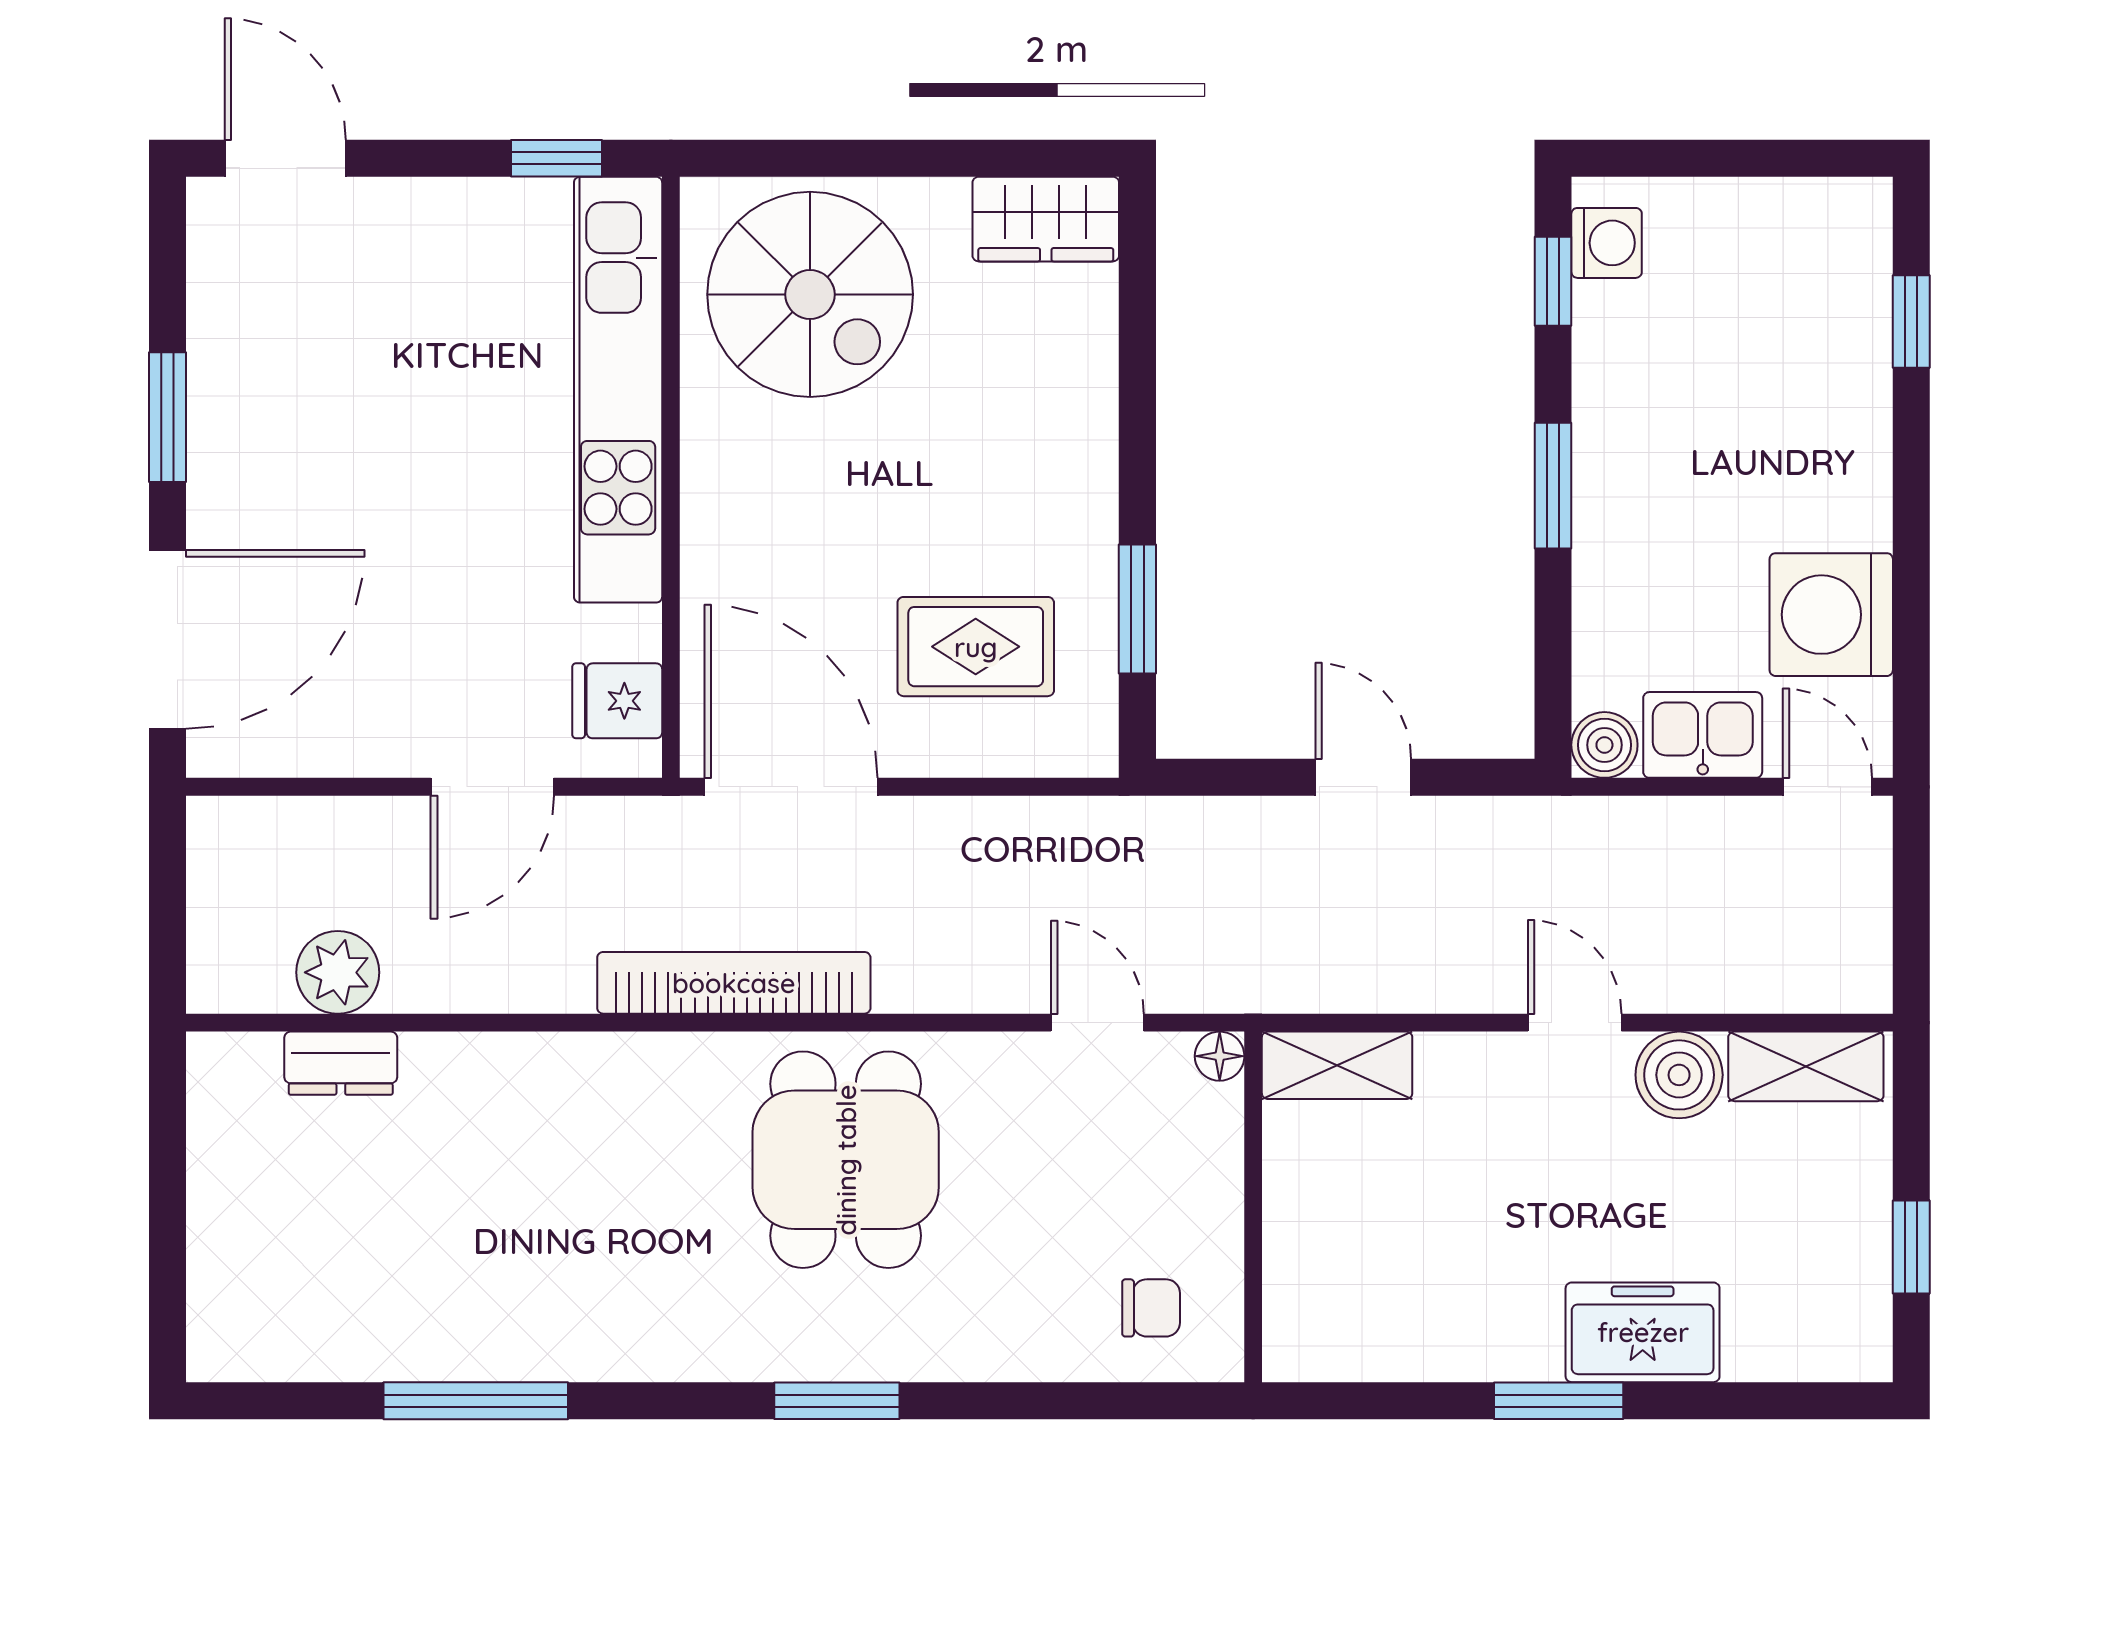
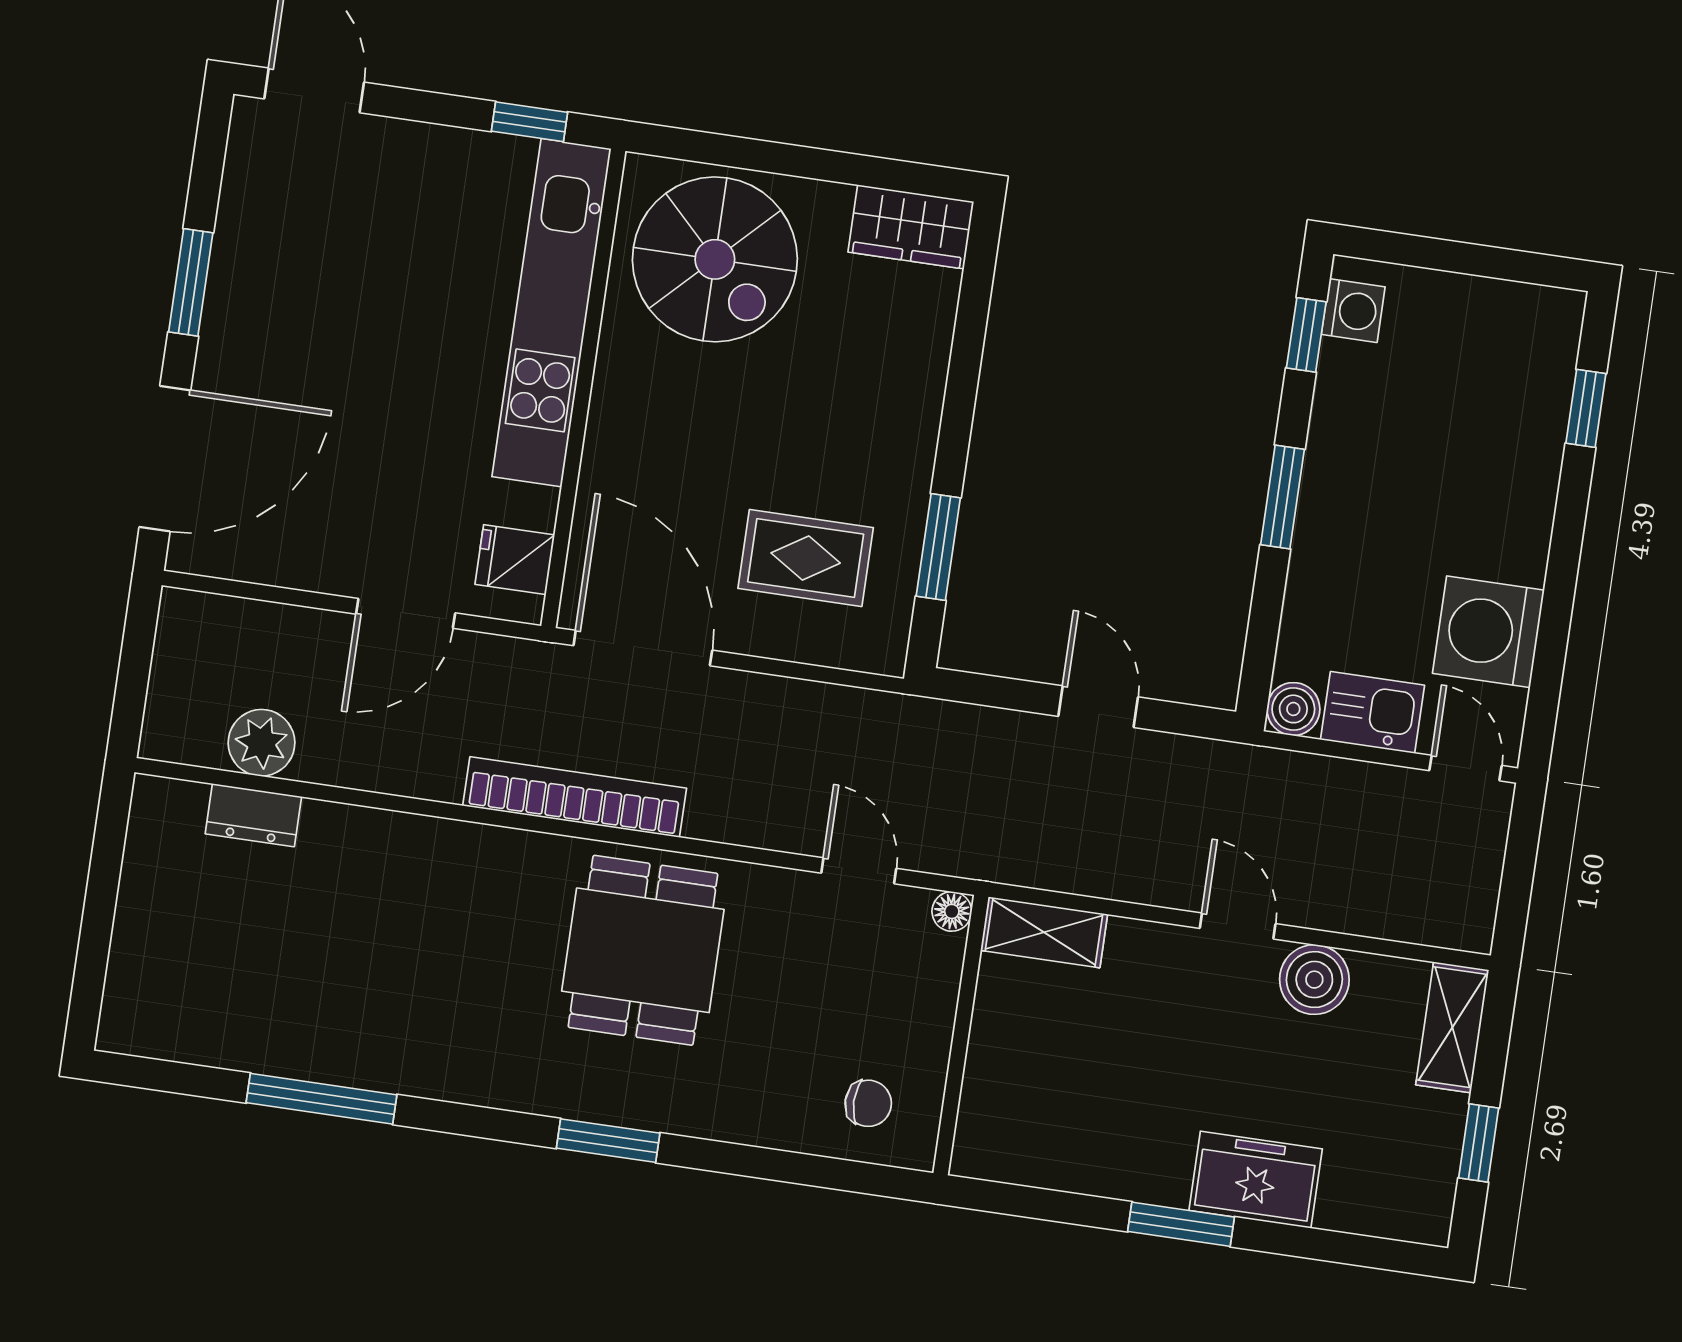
shelving: (1806, 1066) -> (1452, 1027), moved, turned 90

